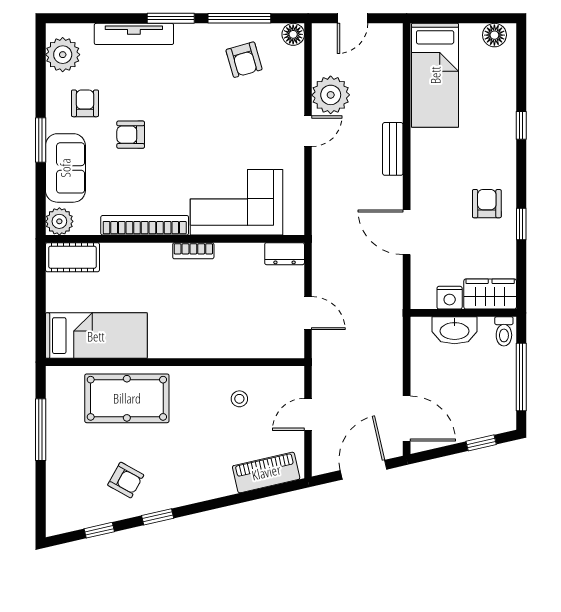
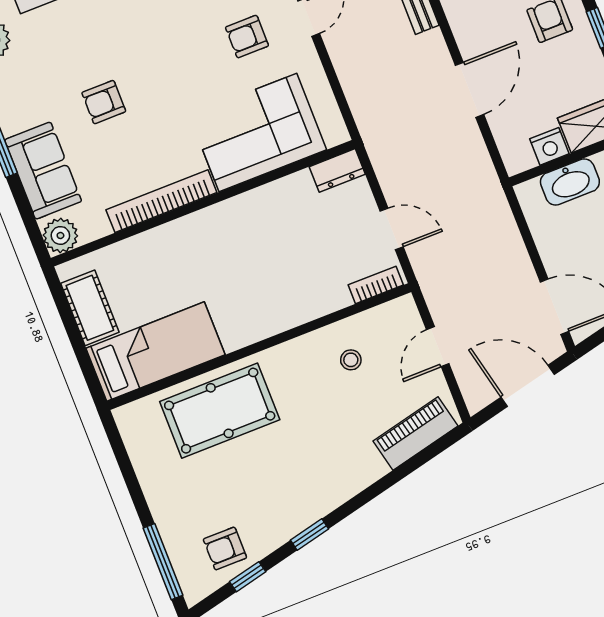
armchair: (85, 103) -> (247, 37), moved, turned -90
door: (407, 232) -> (469, 90), swing flipped
bookcase: (193, 251) -> (376, 285), moved, turned 180
cot: (72, 257) -> (90, 308), moved, turned 90
window: (41, 430) -> (163, 562), moved
door: (363, 470) -> (528, 386), hinge flipped
armchair: (126, 480) -> (225, 548), moved, turned 151

